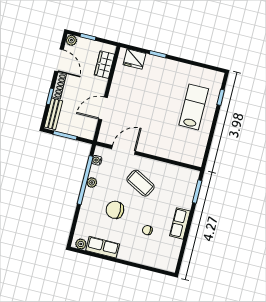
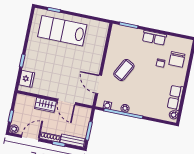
wardrobe: (104, 65) -> (45, 105), moved
lab bench: (194, 107) -> (62, 31), width x1.36, depth x1.39
chair: (115, 210) -> (177, 59), moved

